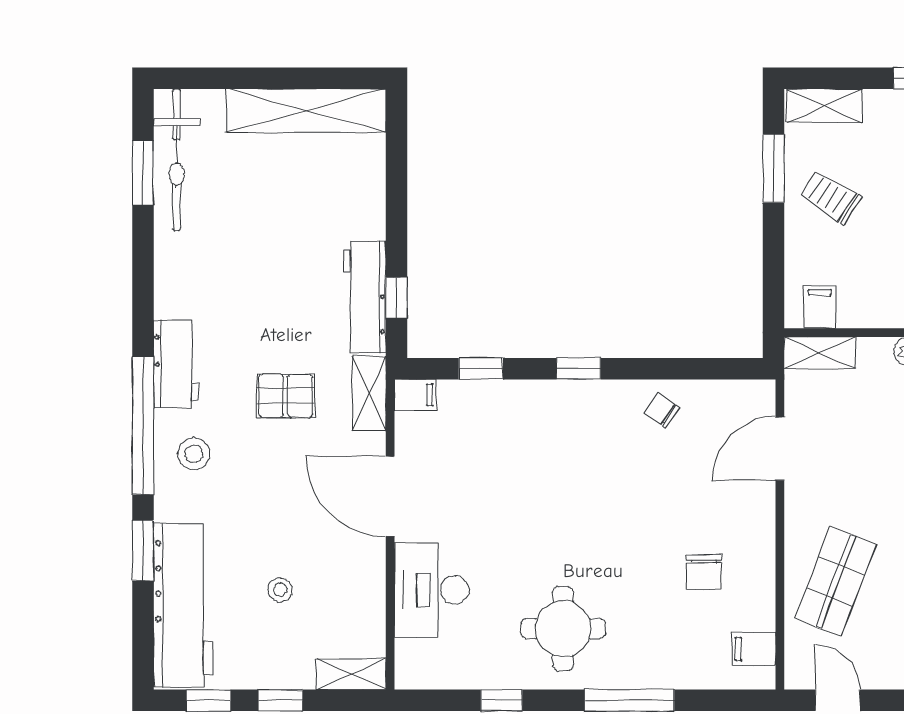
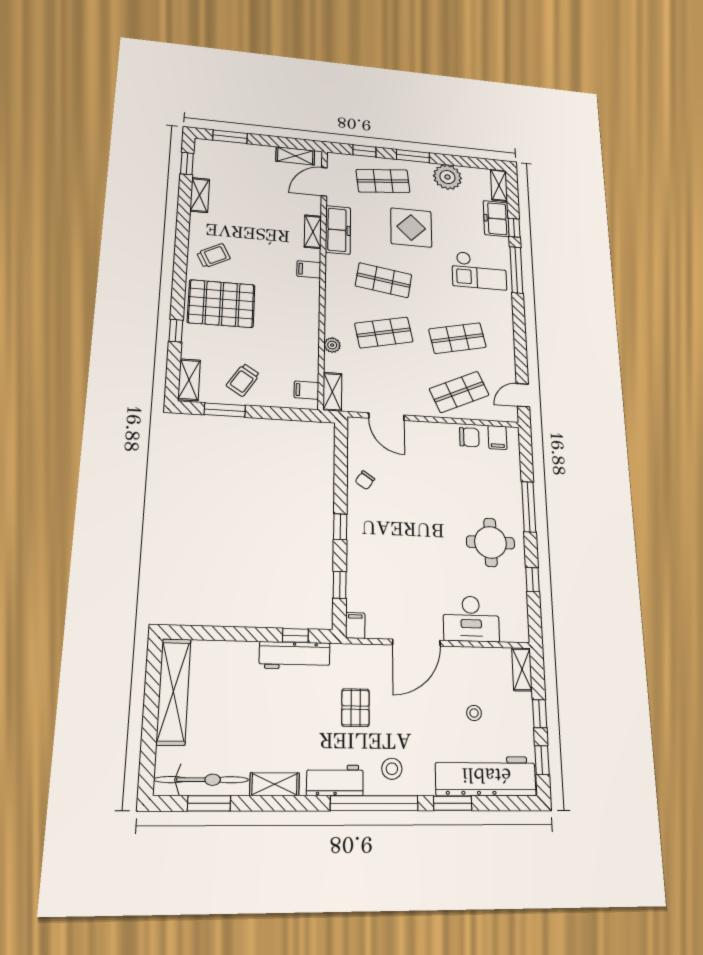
shelving: (369, 393) -> (275, 784), moved
chair: (704, 572) -> (469, 437), moved
shop shelf: (836, 581) -> (459, 392), turned -45

